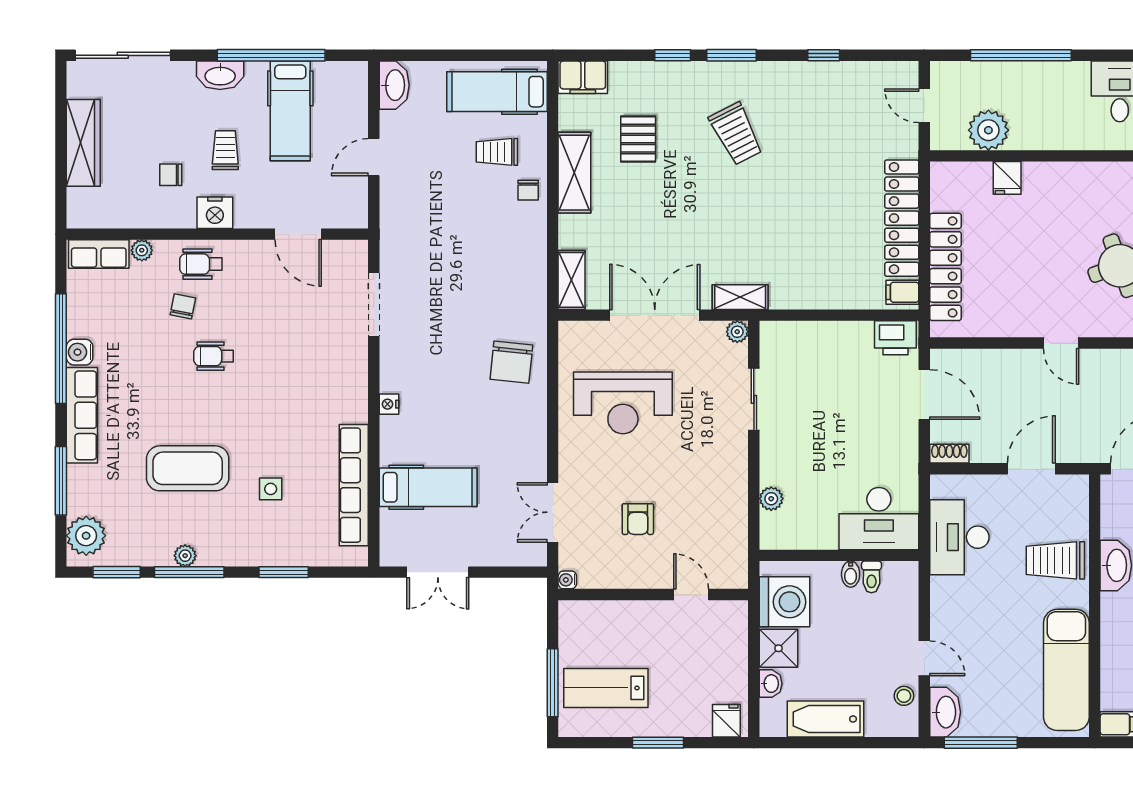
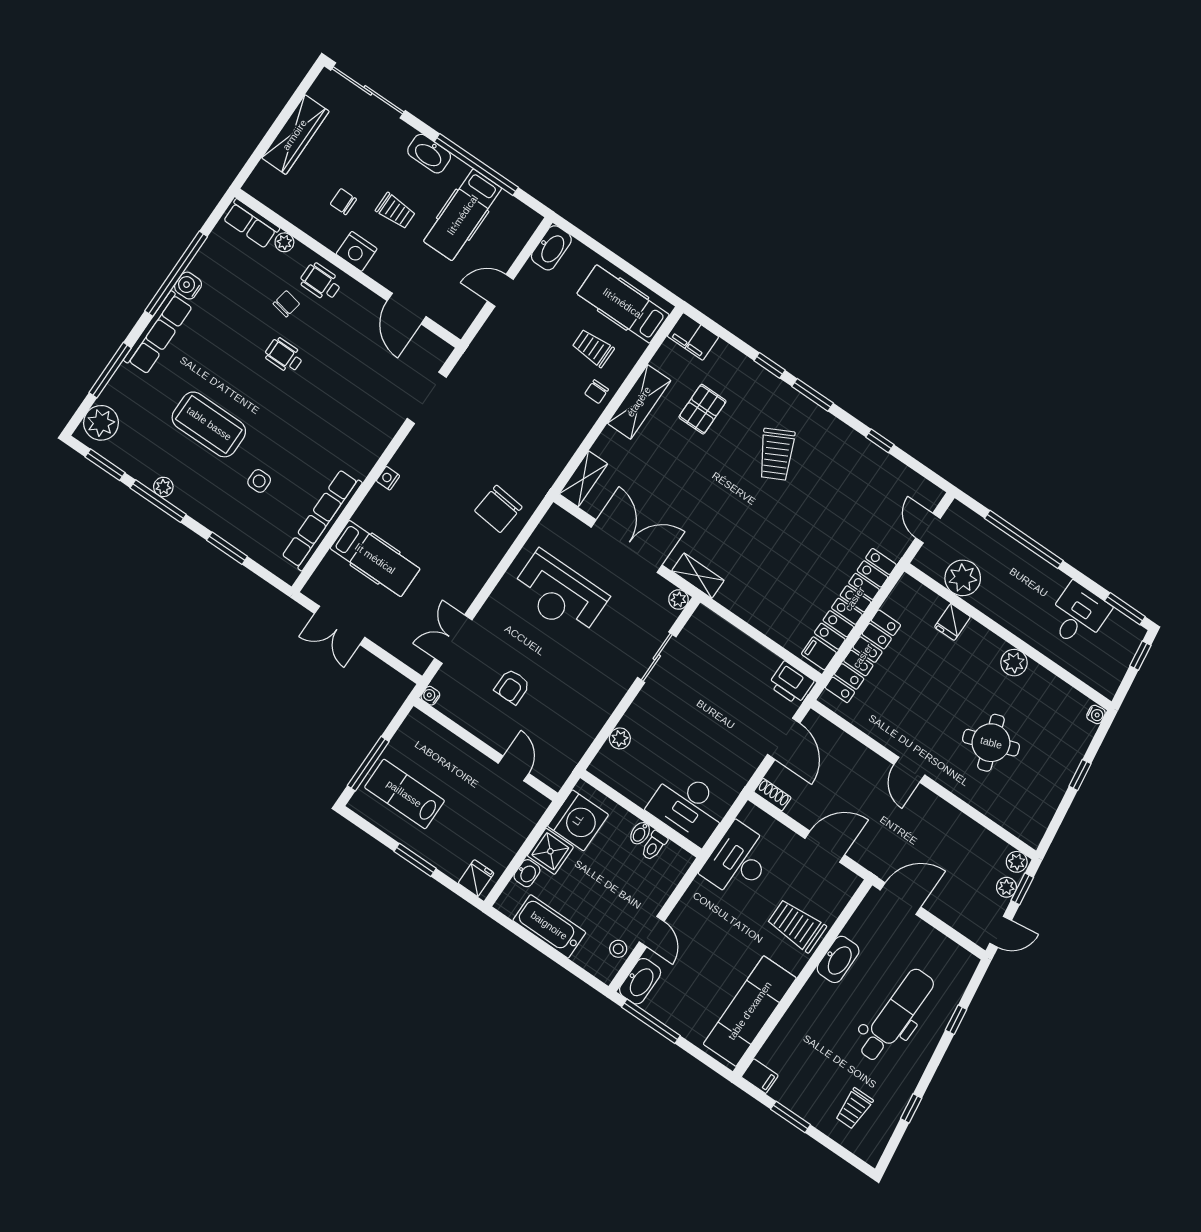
trolley: (225, 150) -> (395, 211), turned 90
plant: (1090, 176) -> (1014, 663), added

